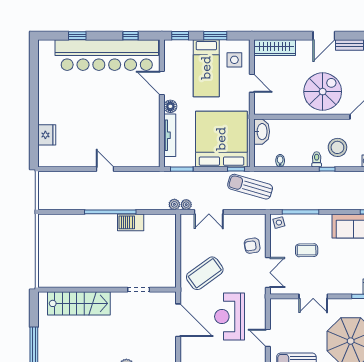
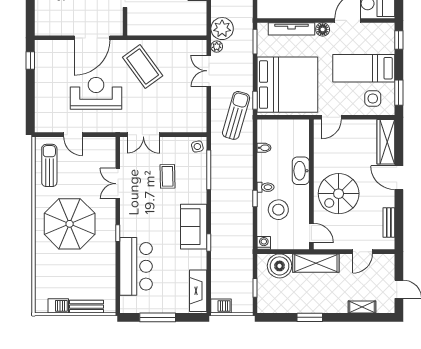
window: (215, 36) -> (399, 93), moved
door: (324, 36) -> (399, 178), moved
door: (252, 83) -> (331, 117), moved
spiral stairs: (323, 92) -> (339, 194), turned 90
washbasin: (262, 132) -> (301, 171), moved, turned 90
plant: (174, 204) -> (222, 29), width x1.87, depth x1.87
armchair: (252, 246) -> (172, 118), removed
door: (268, 338) -> (73, 135), swing flipped

